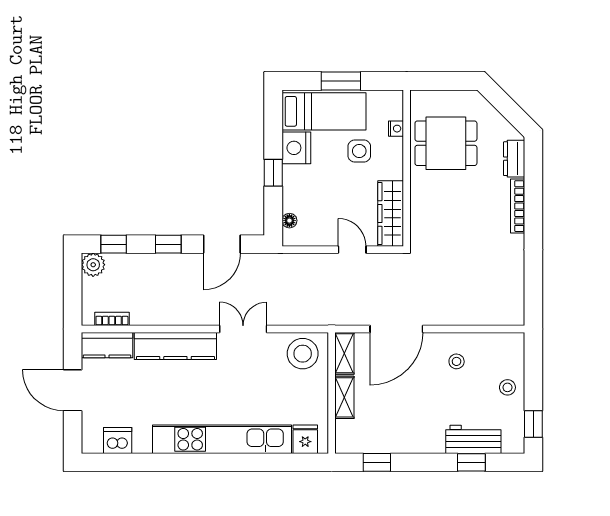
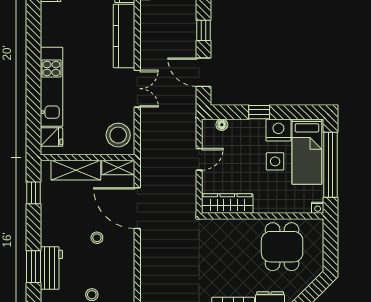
window: (341, 81) -> (331, 165), width x2.11
nightstand: (396, 129) -> (318, 208), moved
side table: (359, 151) -> (275, 161), moved
door: (352, 250) -> (199, 159), moved
stool: (457, 361) -> (97, 238), moved
shelving: (344, 397) -> (76, 170), width x1.50, depth x1.33
kitchen unit: (222, 439) -> (51, 87), width x0.73
window: (471, 462) -> (33, 267), width x1.50

